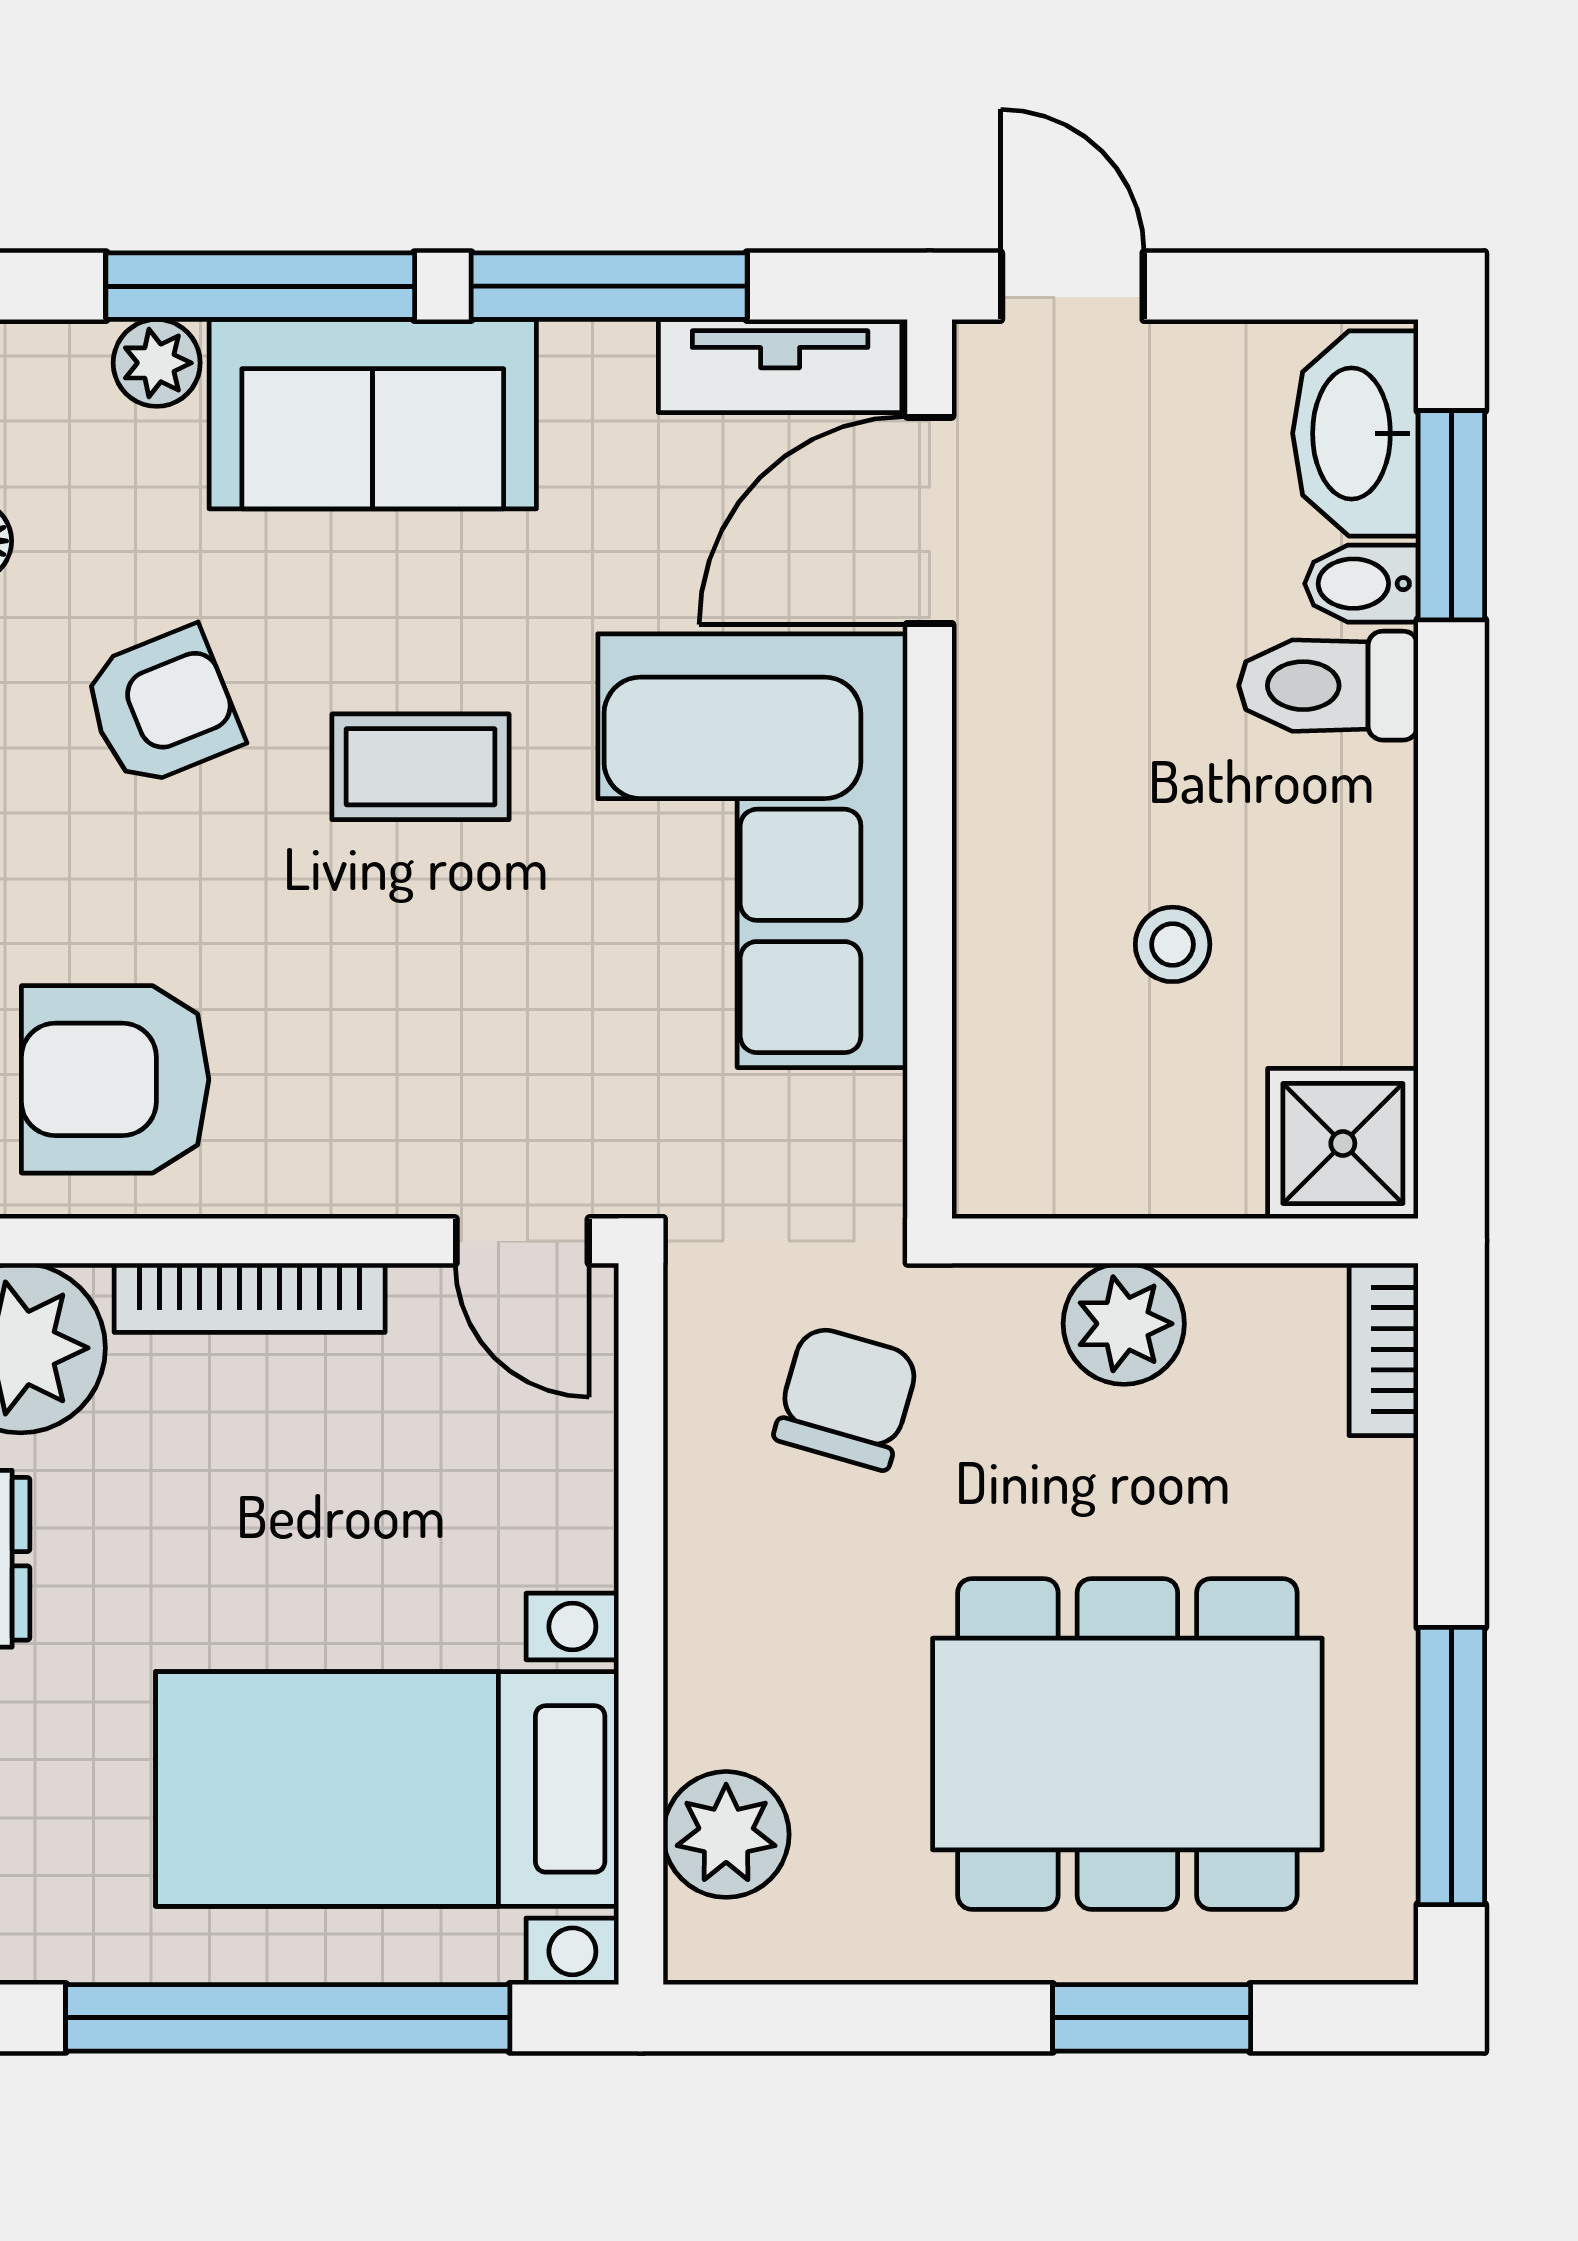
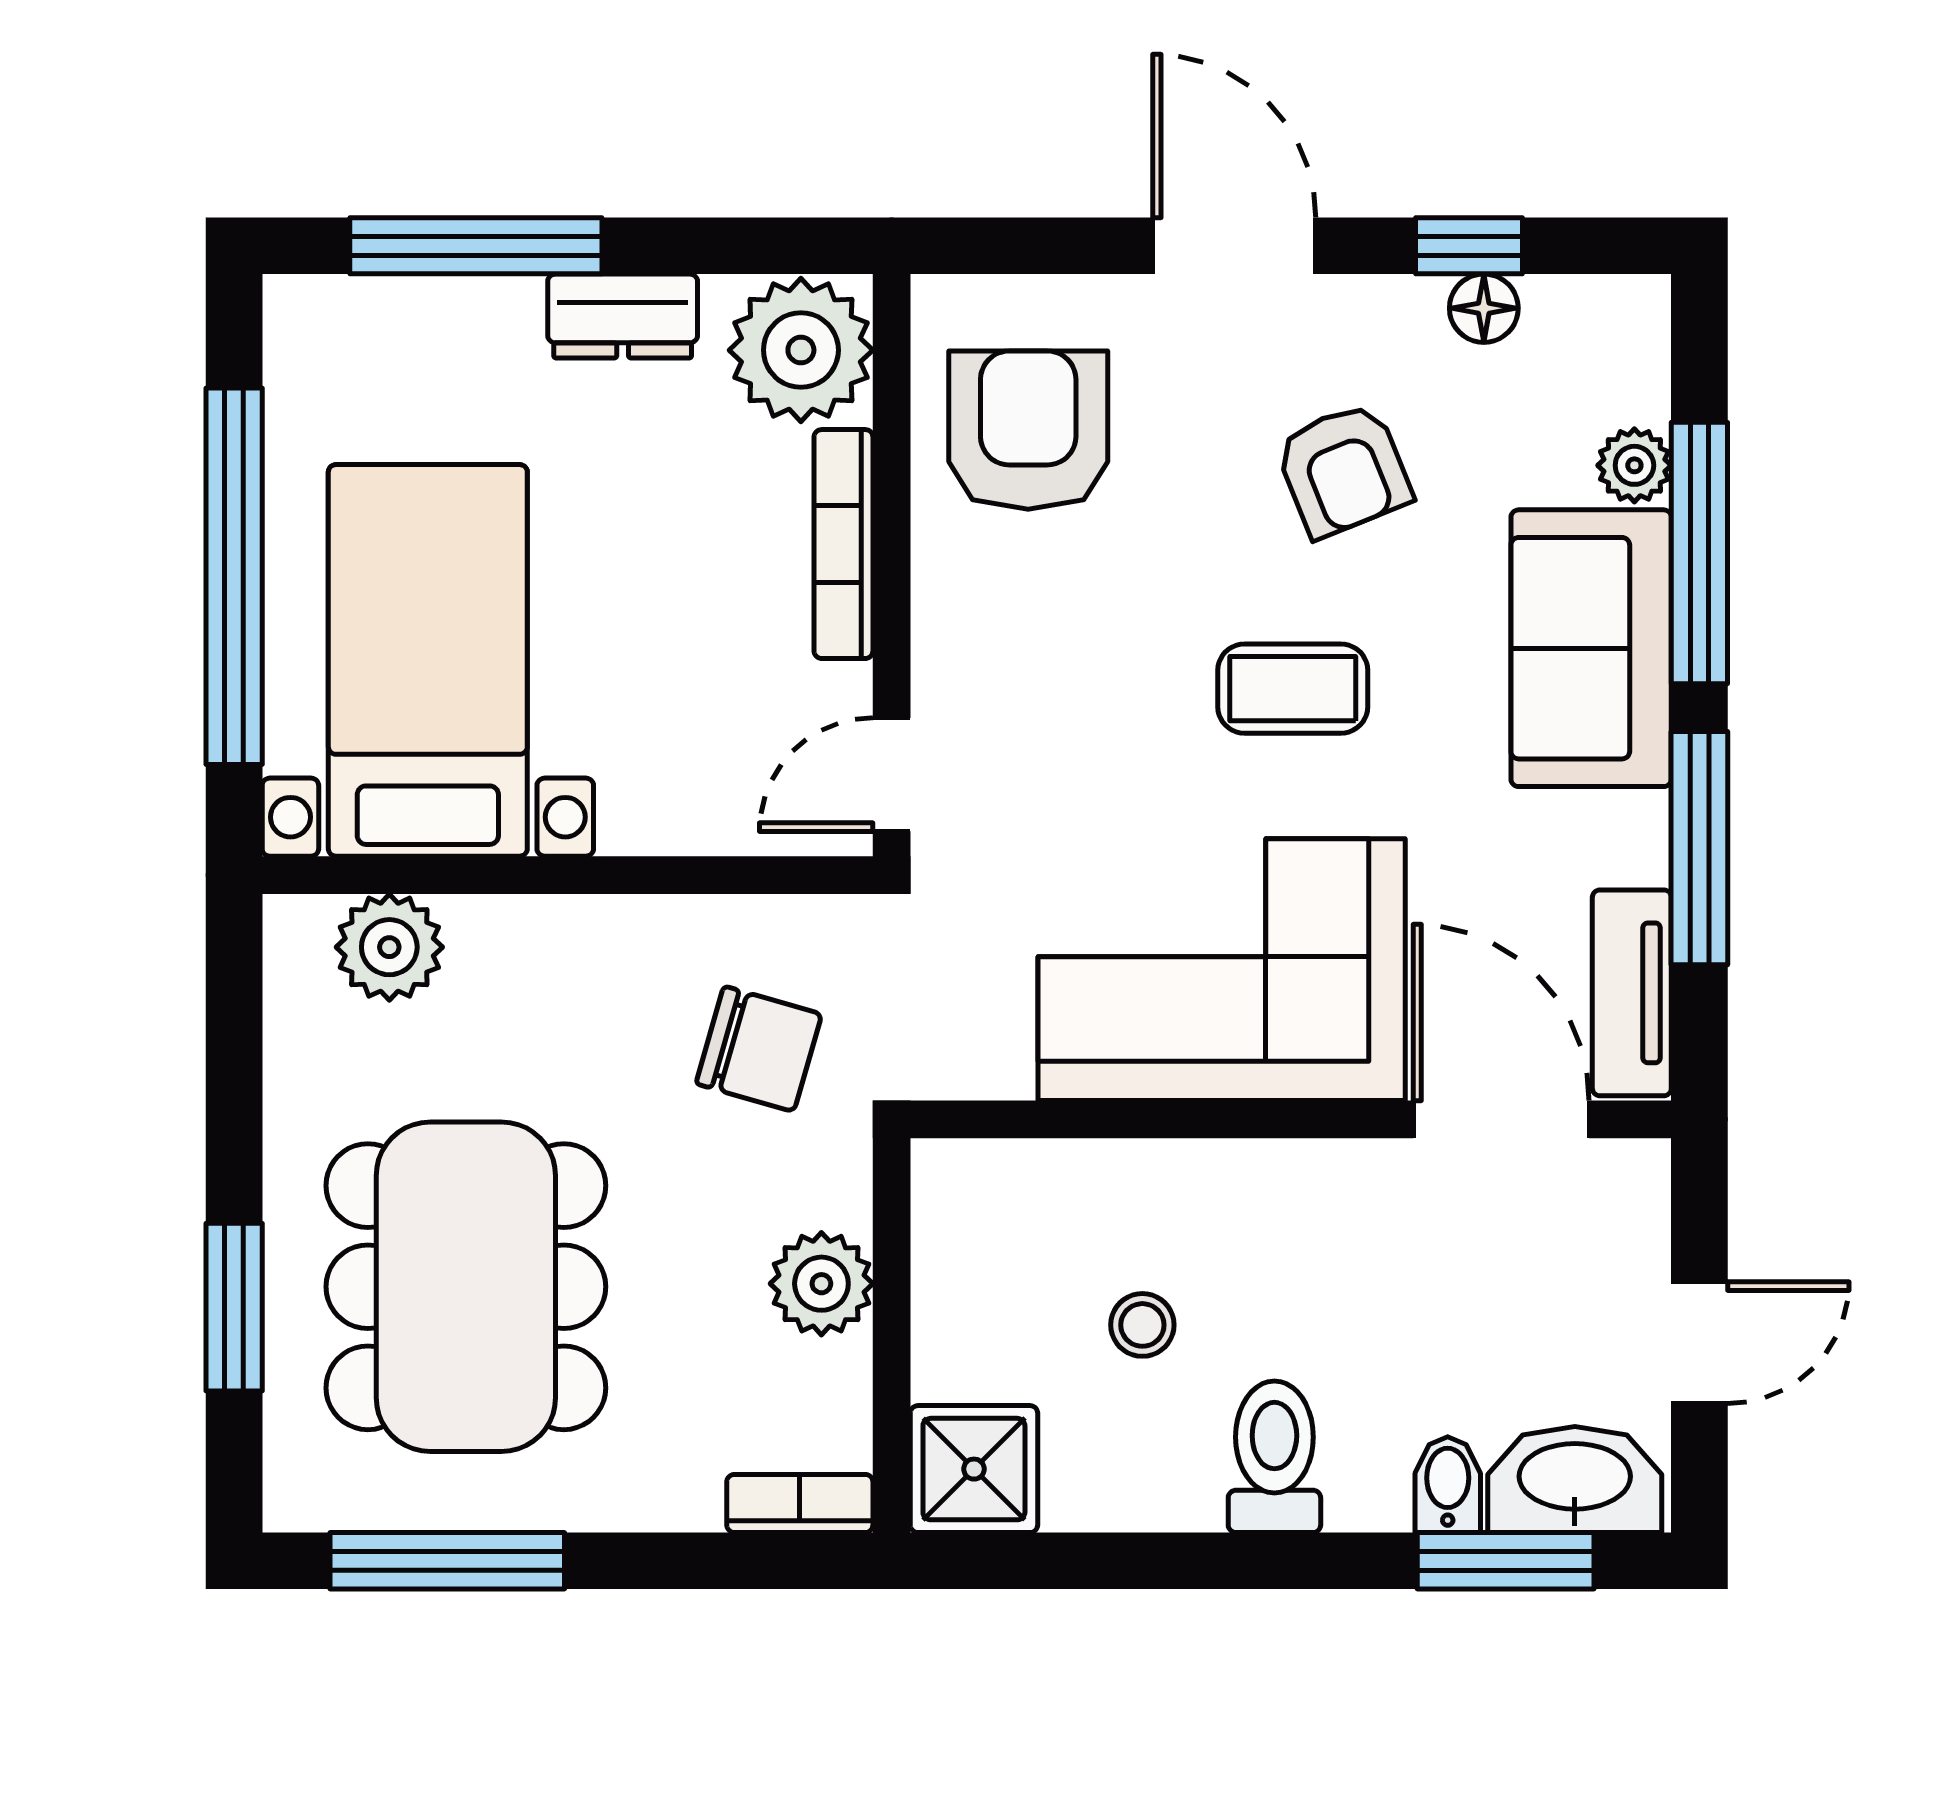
door: (1072, 286) -> (1699, 1343), moved
toilet: (1328, 686) -> (1274, 1457), moved
coffee table: (421, 767) -> (1293, 689), turned 90

